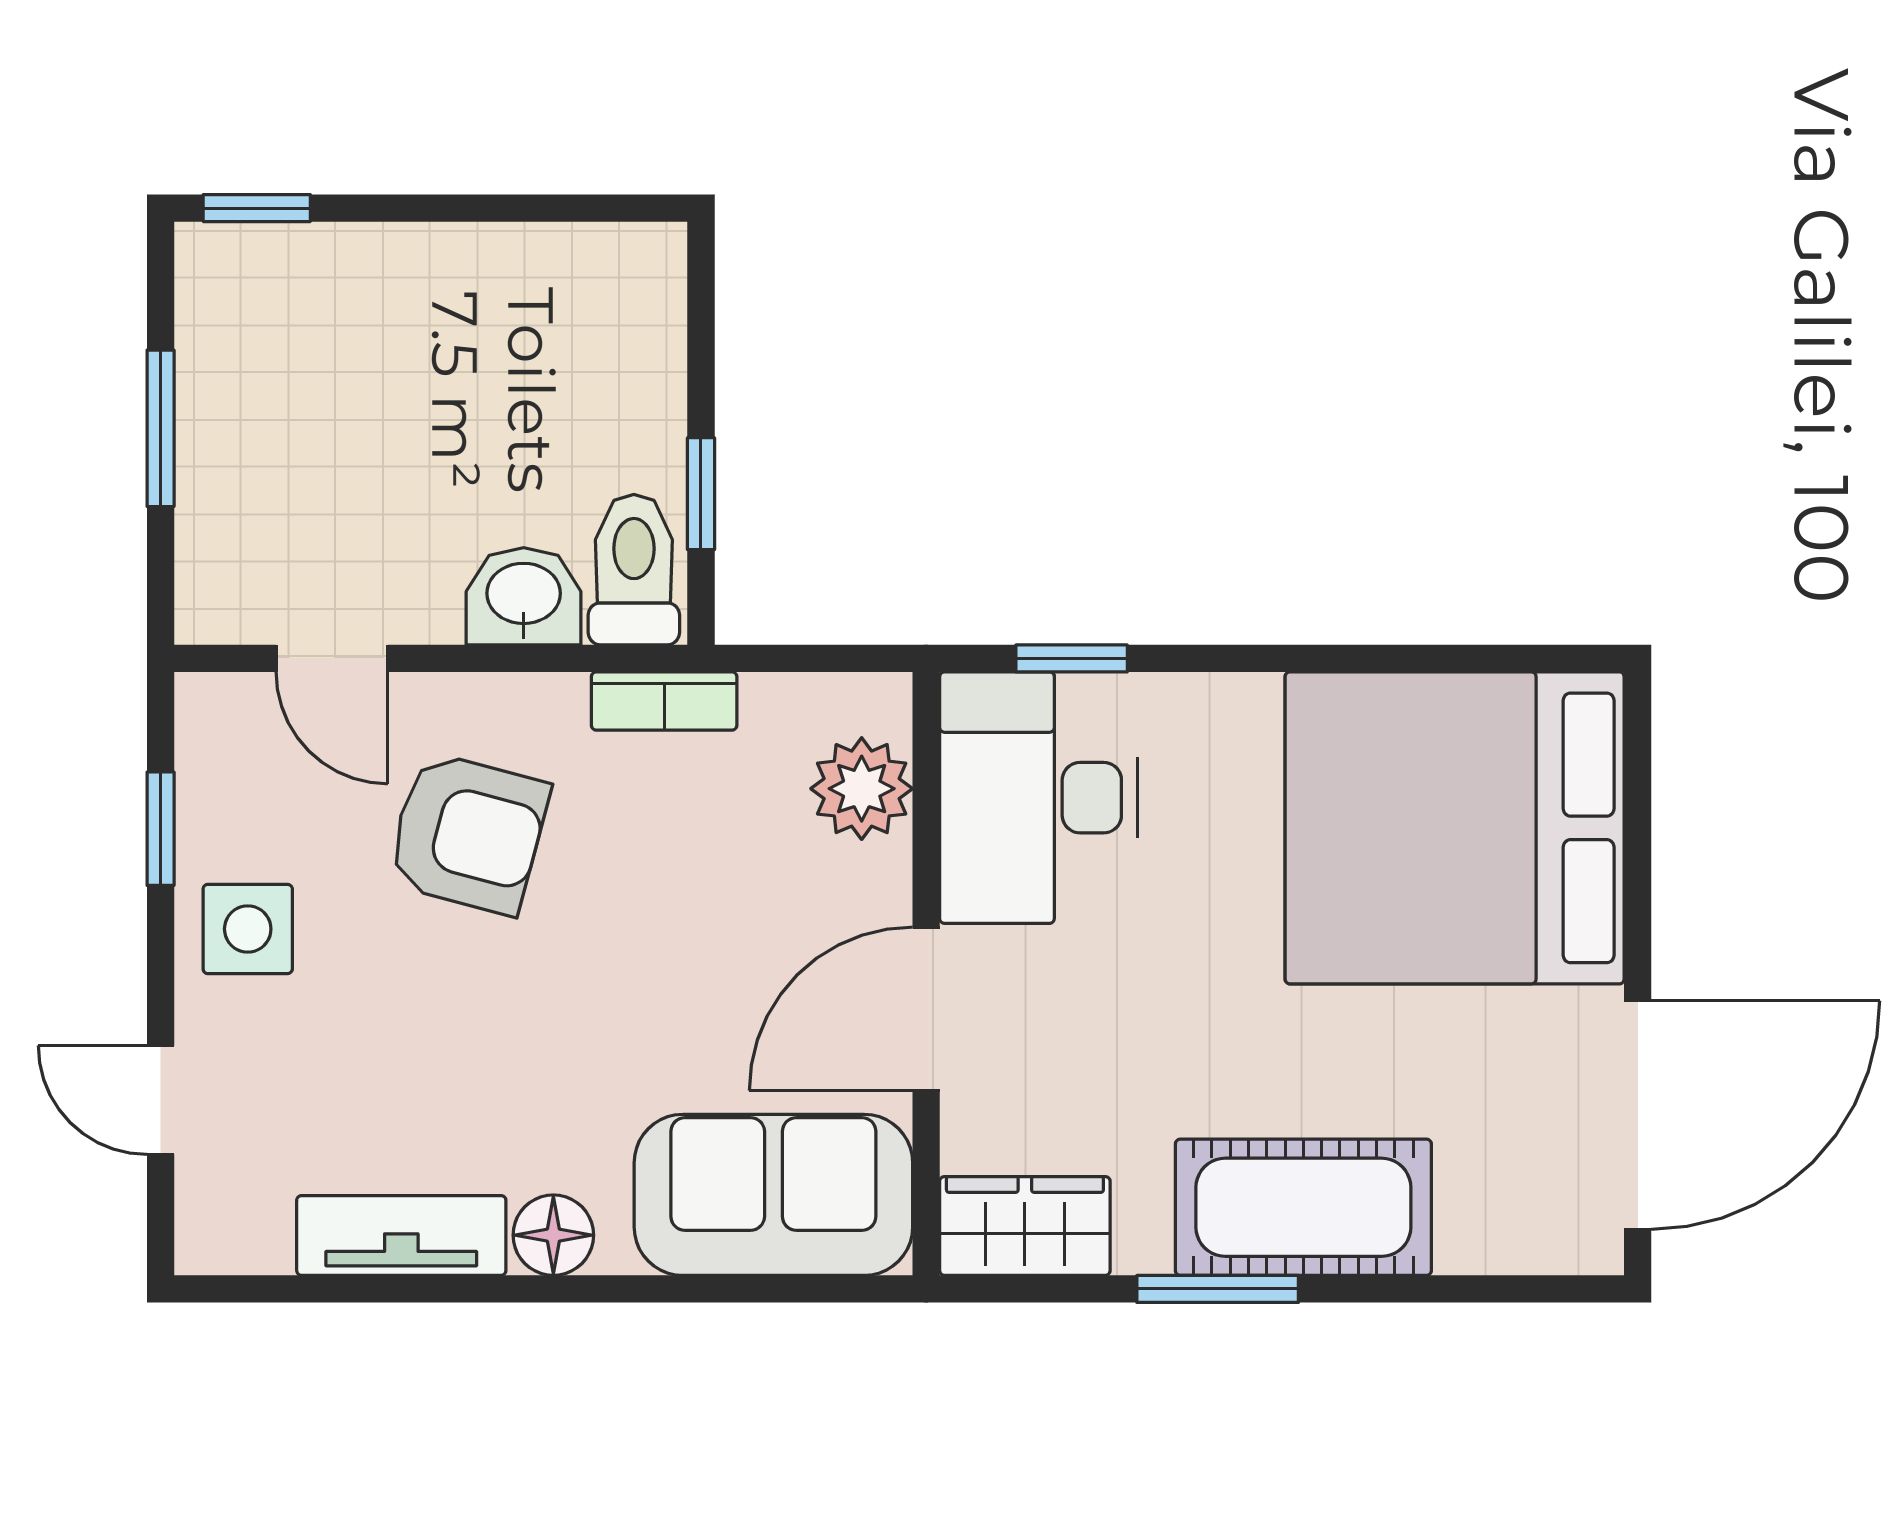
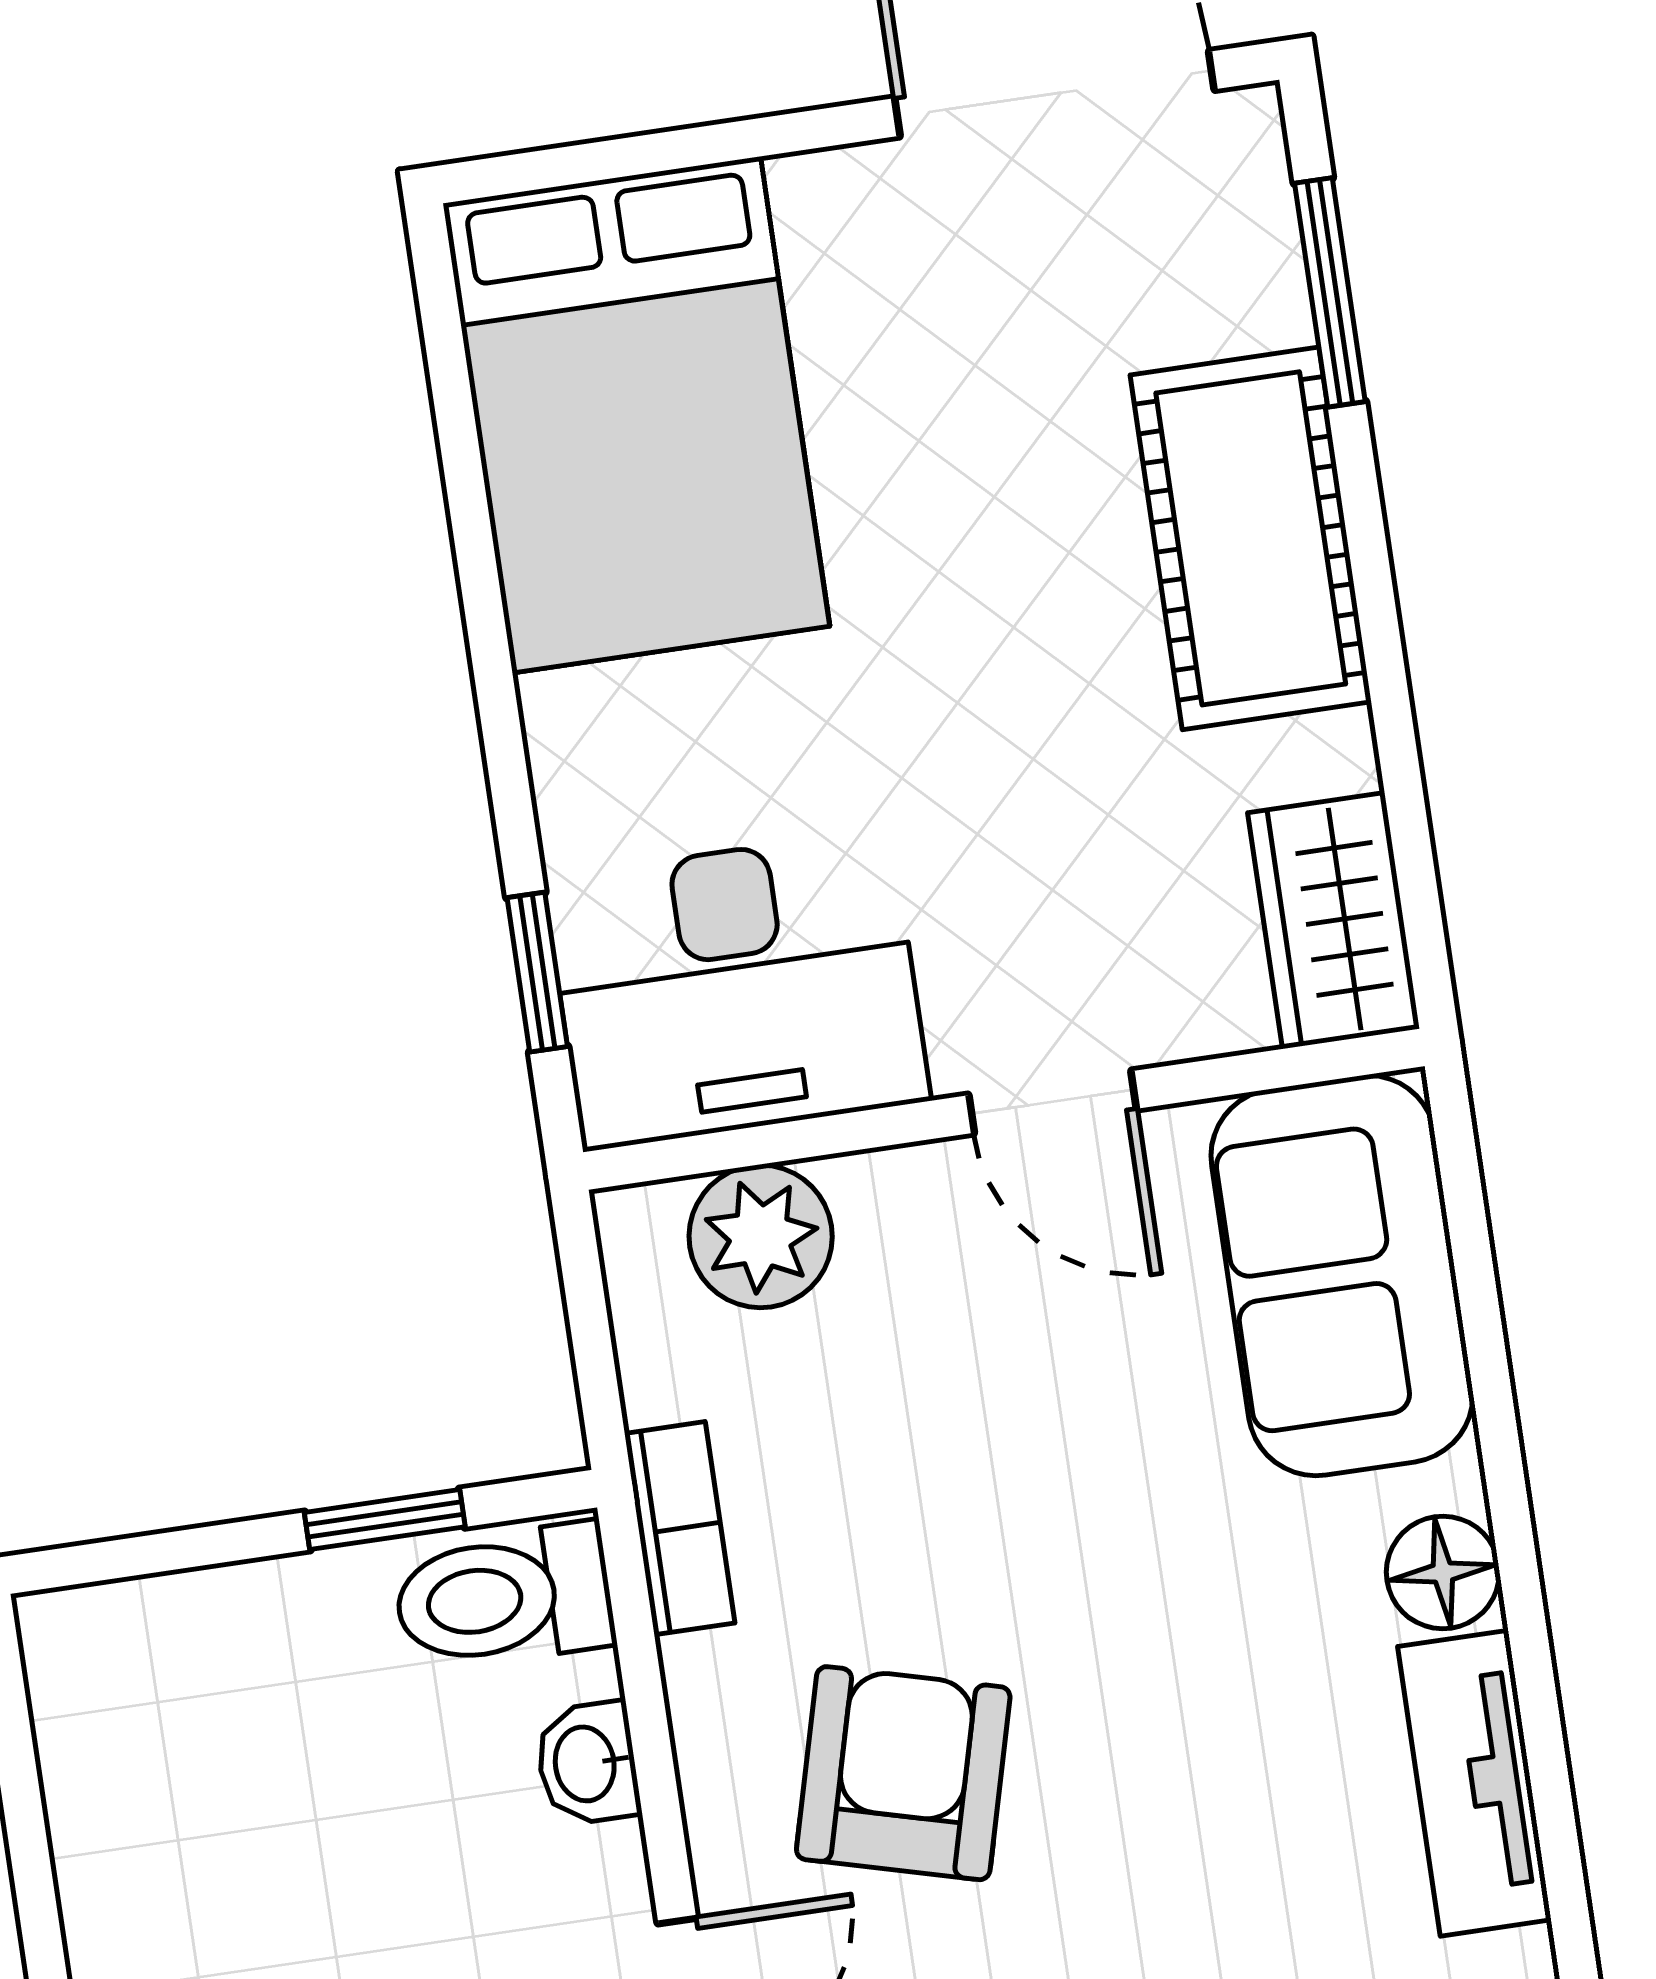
washbasin: (524, 596) -> (587, 1764), width x0.72, depth x0.69
bed: (1455, 828) -> (636, 415), width x0.73
door: (926, 1009) -> (1053, 1102), width x0.73
window: (1218, 1289) -> (1330, 292), moved

